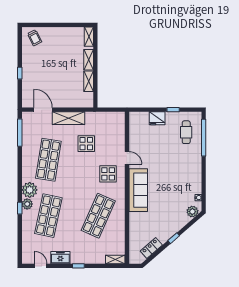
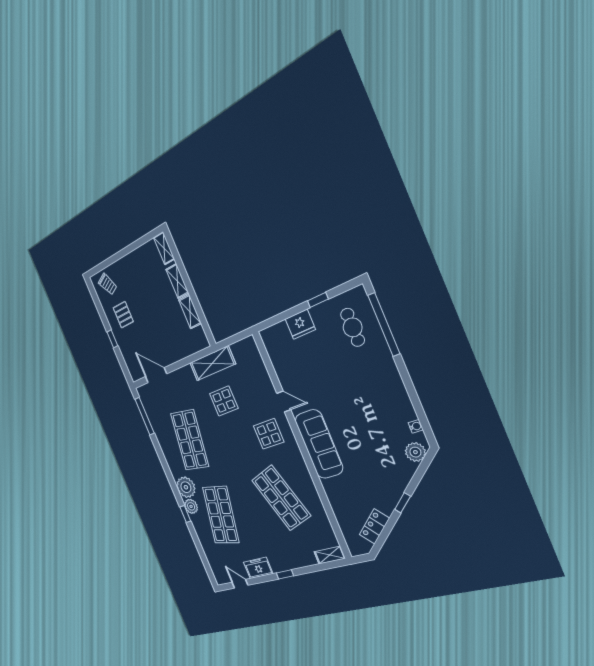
pallet: (37, 62) -> (123, 315), added
shelving: (68, 118) -> (212, 363), moved
shop shelf: (98, 216) -> (281, 498), turned -42

